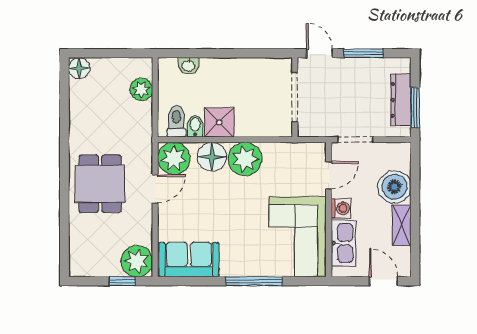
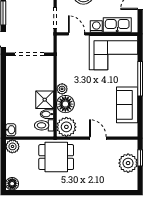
washbasin: (188, 66) -> (11, 130), moved
plant: (141, 89) -> (12, 146), moved
plant: (245, 159) -> (62, 89), width x0.53, depth x0.53
dining table: (100, 184) -> (56, 157), moved
door: (155, 189) -> (98, 138), moved
sofa: (189, 260) -> (127, 105), moved
plant: (137, 261) -> (128, 163), moved

